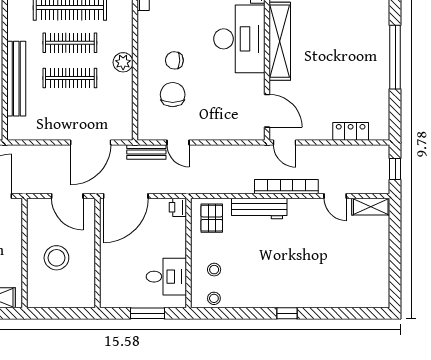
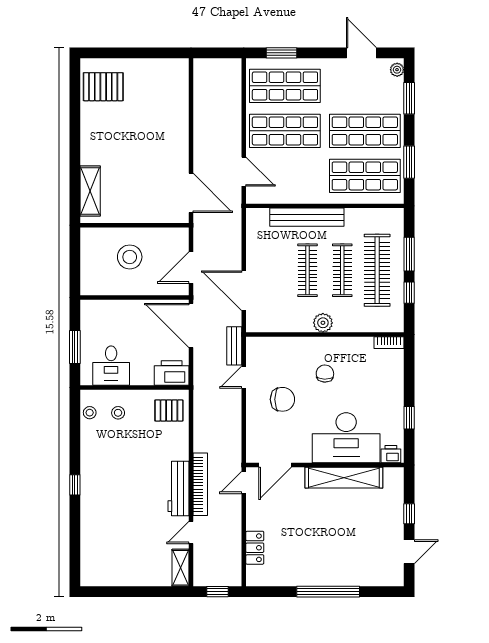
chair: (173, 95) -> (282, 399), moved
printer: (178, 207) -> (172, 373), width x1.87, depth x1.48
workbench: (259, 208) -> (179, 489), moved

